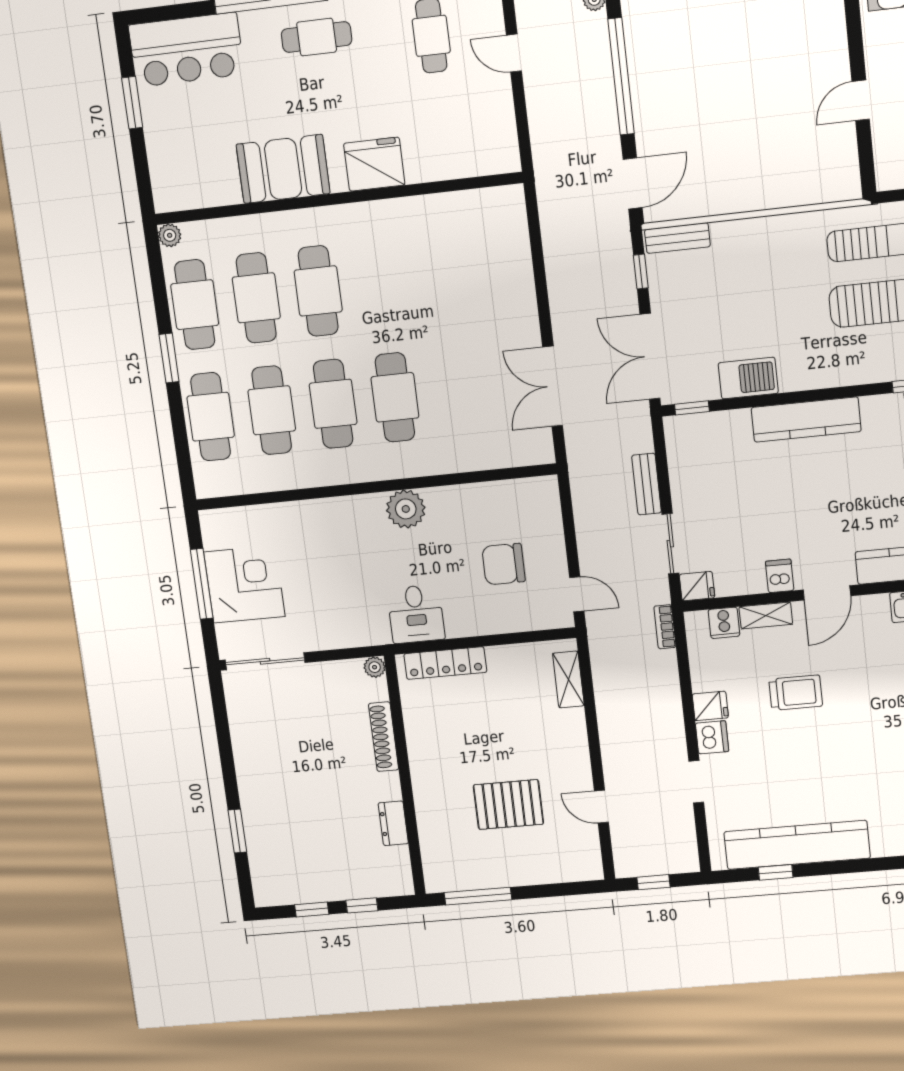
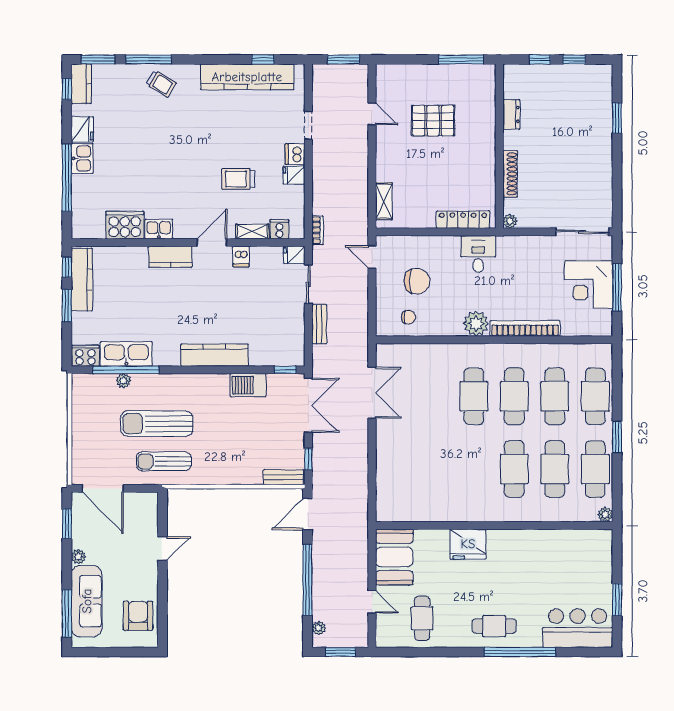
booth: (283, 169) -> (394, 557), moved, turned 90
chair: (510, 508) -> (408, 317), added
bookcase: (331, 509) -> (525, 328), added
window: (653, 882) -> (344, 59), width x1.50

